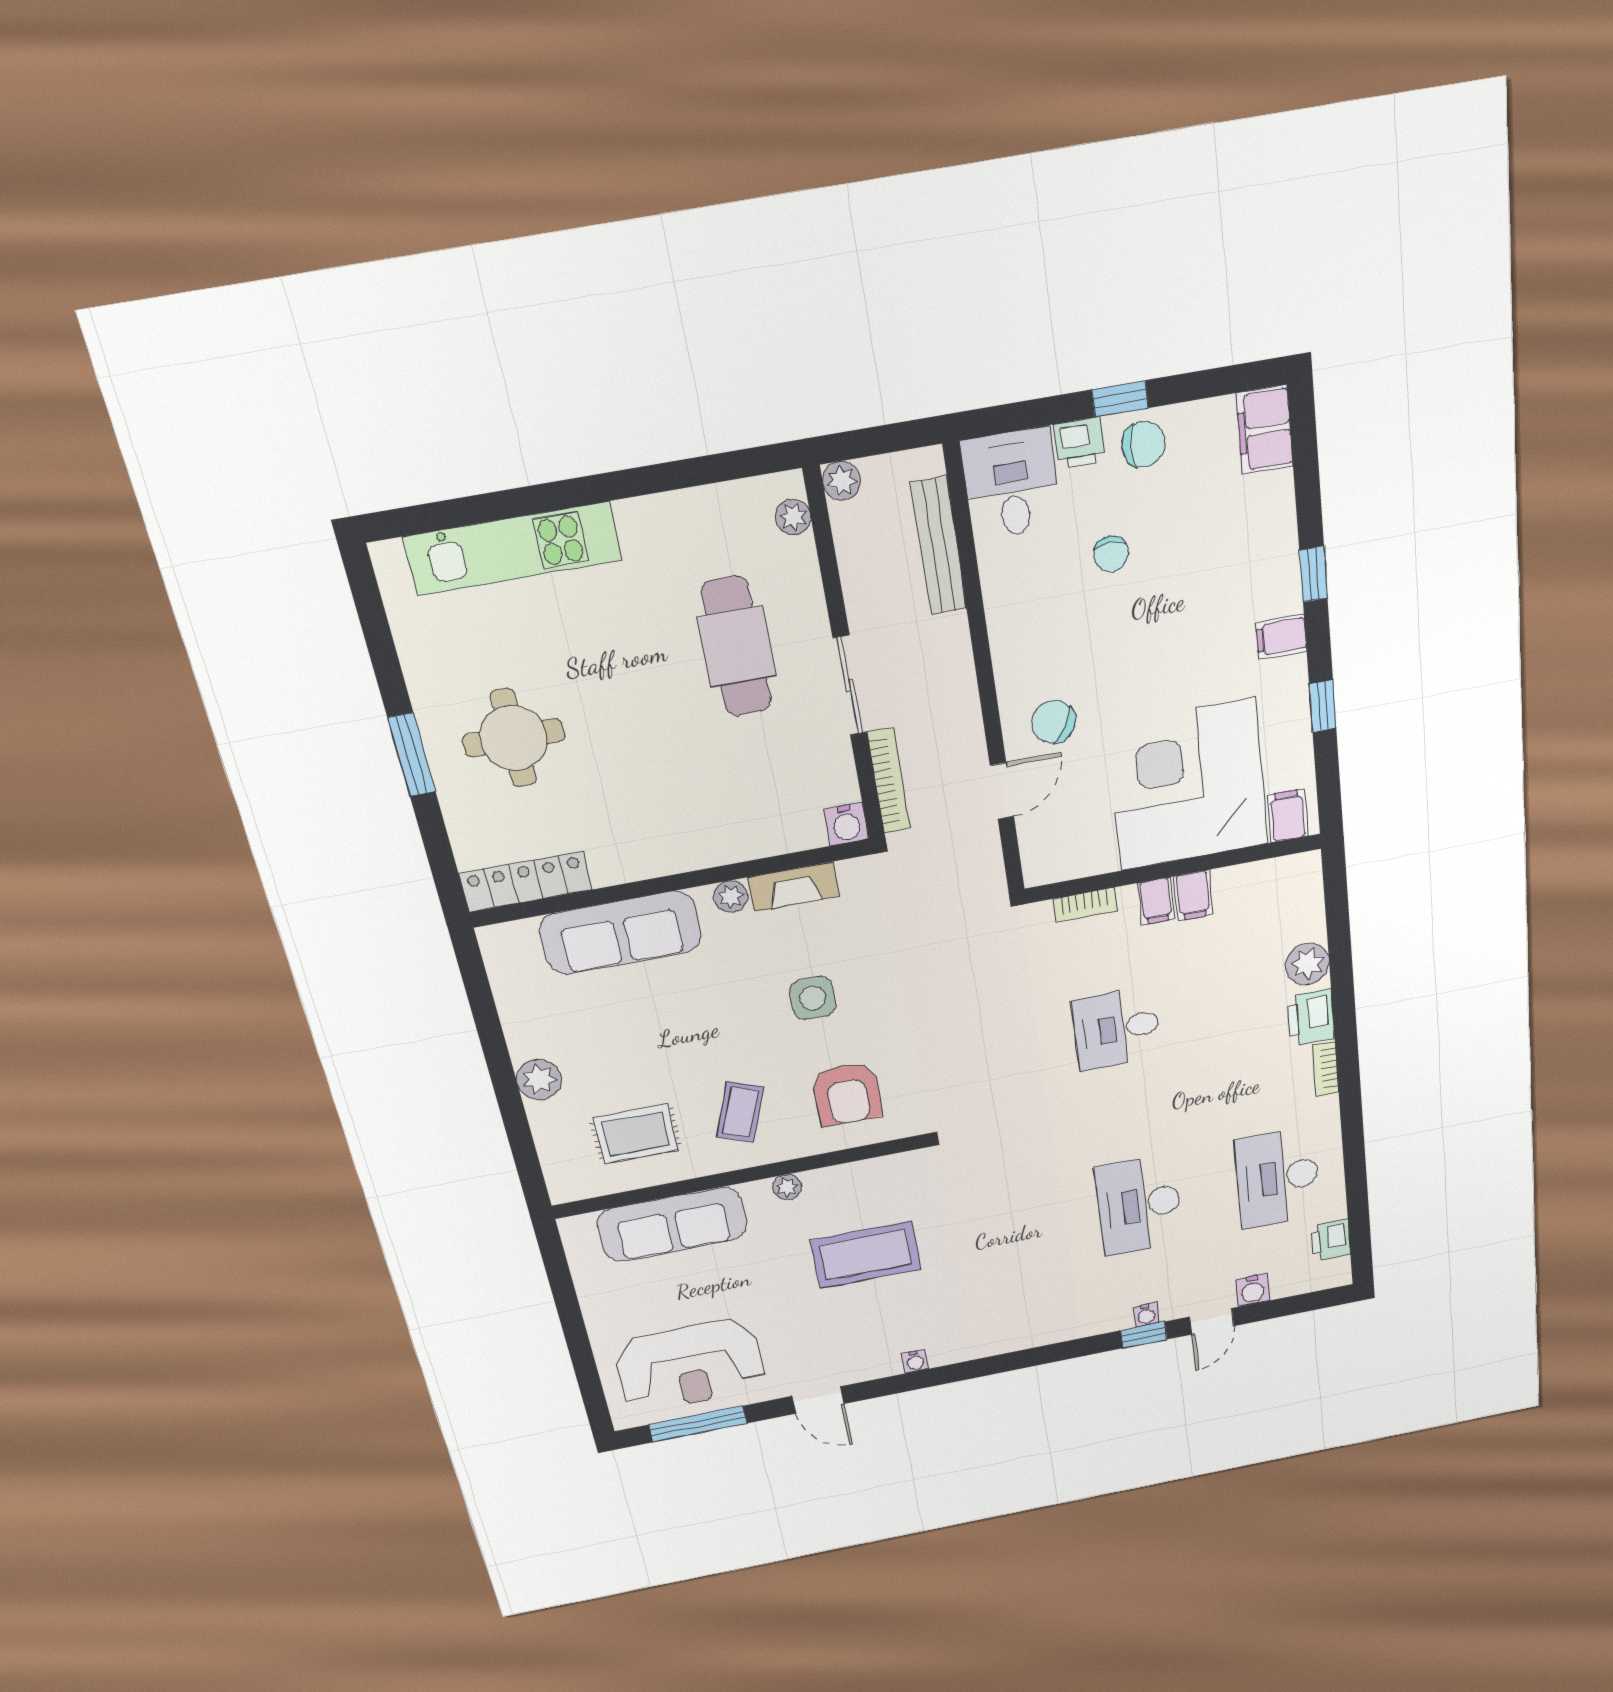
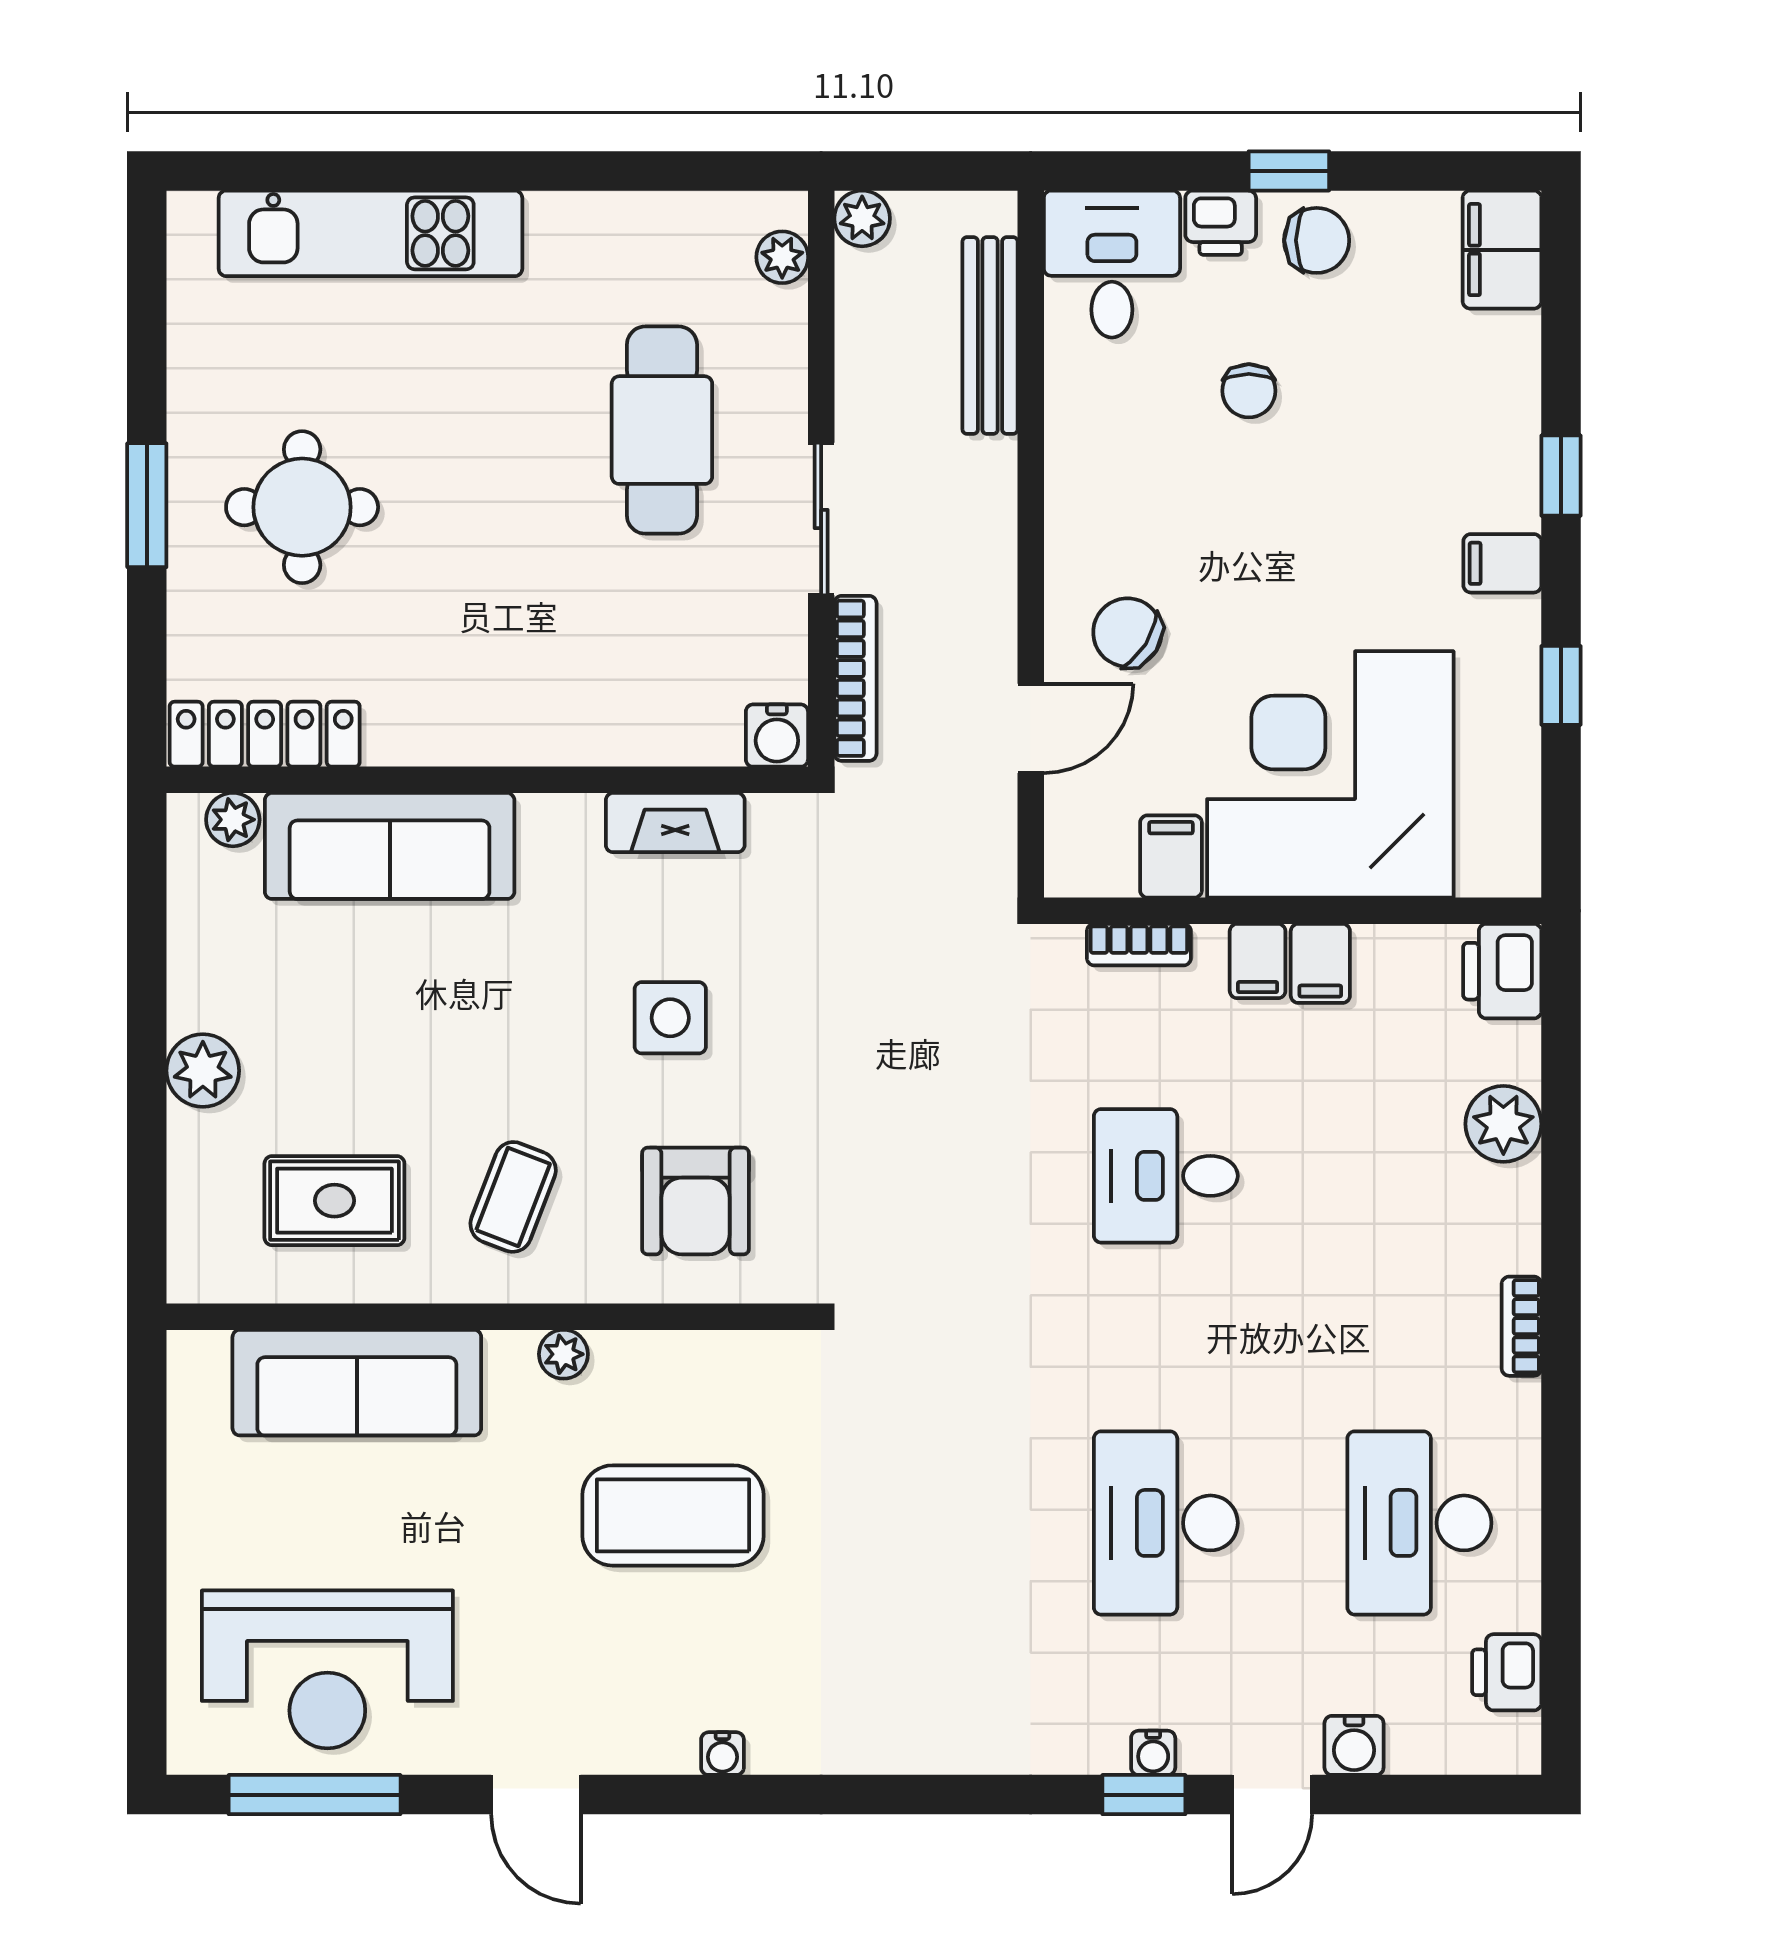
filing cabinet: (1288, 816) -> (1171, 856), moved
plant: (731, 897) -> (233, 820), moved
printer: (1311, 1018) -> (1502, 971), moved

